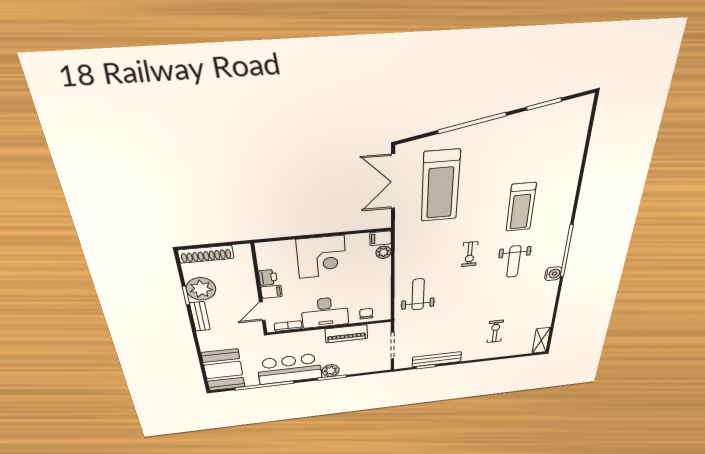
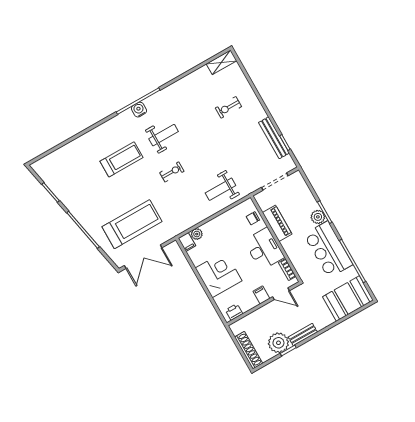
water cooler: (553, 274) -> (139, 110), moved
printer: (268, 277) -> (234, 312), moved

